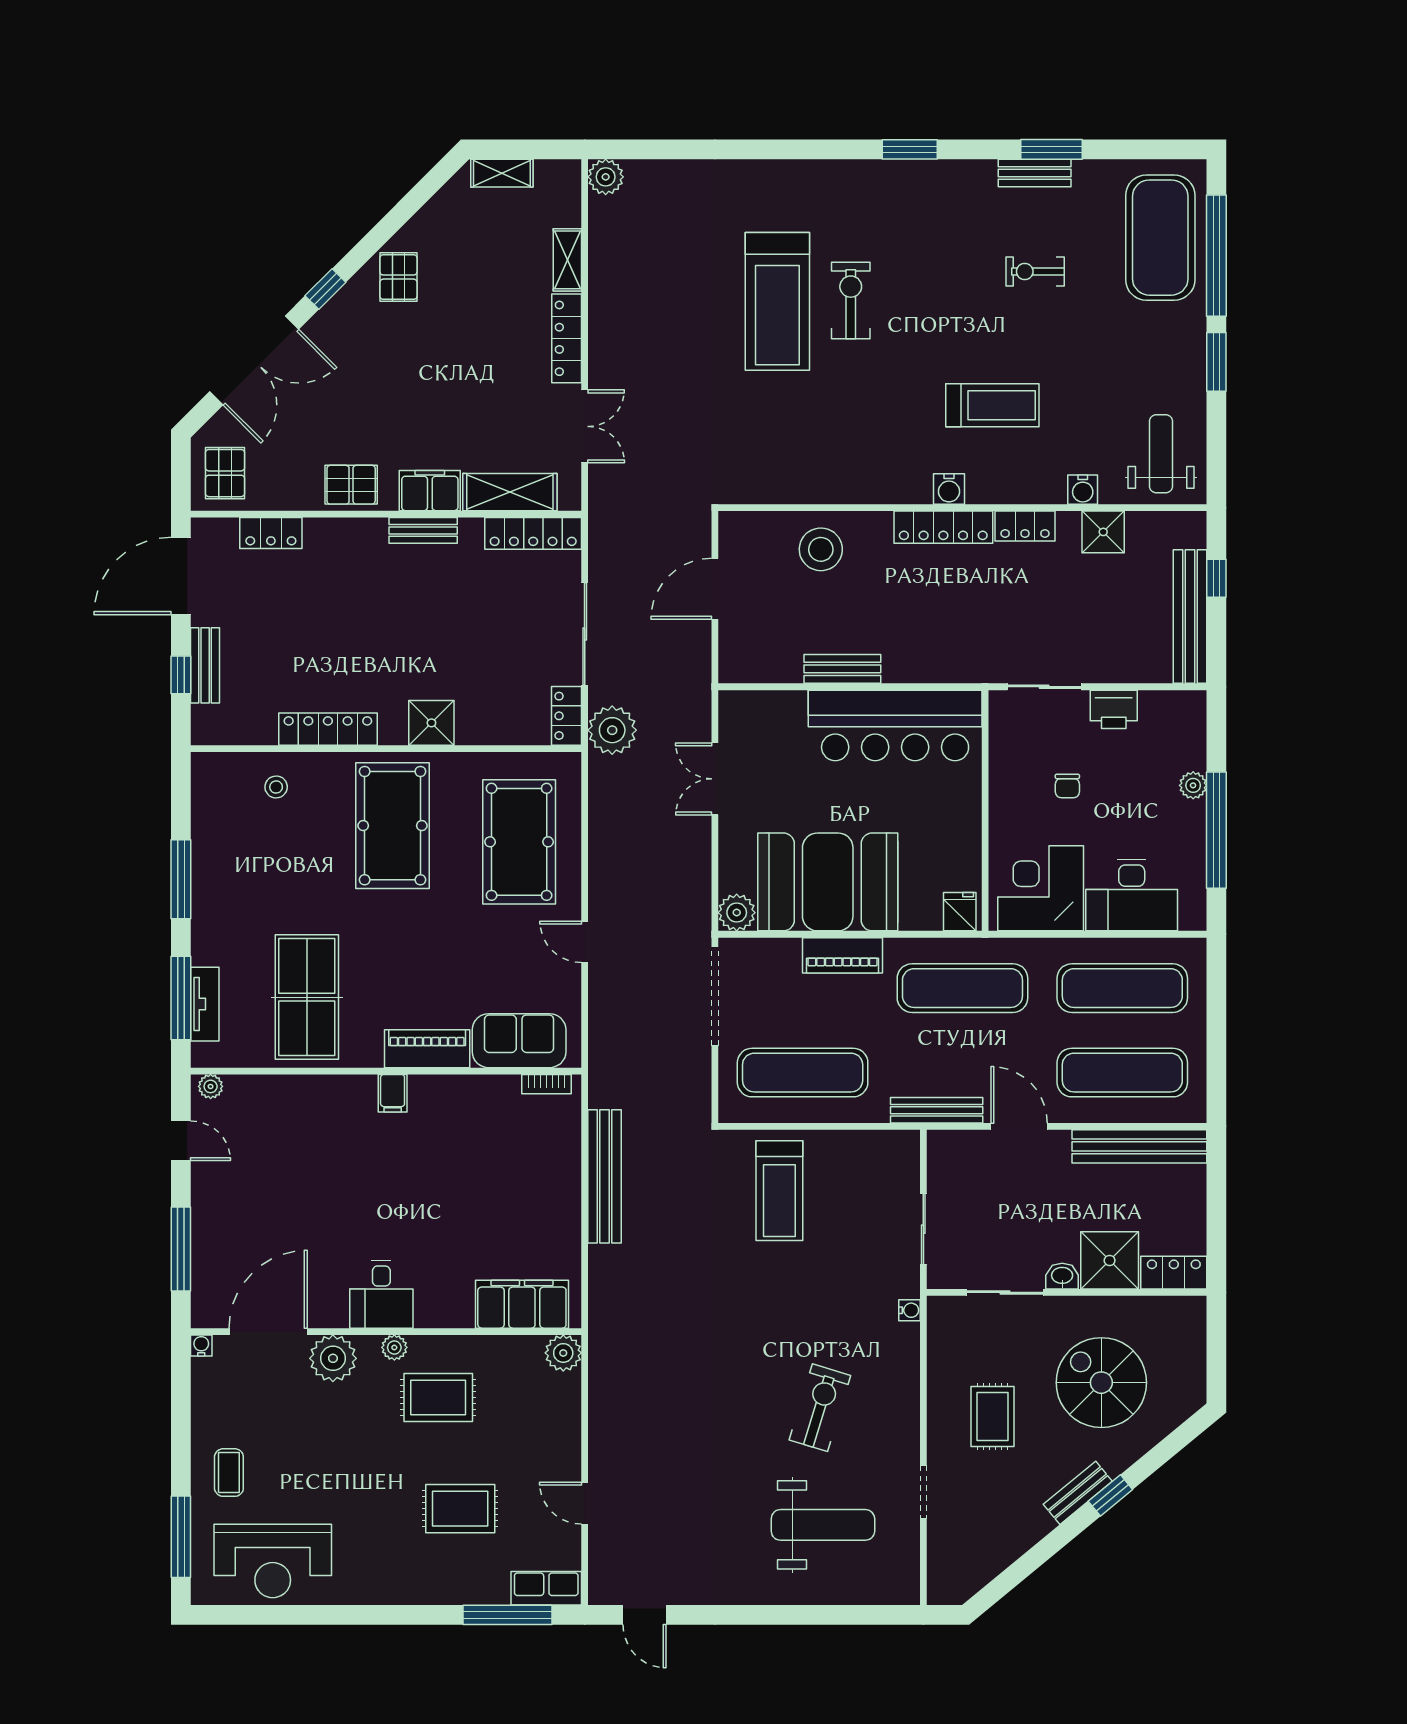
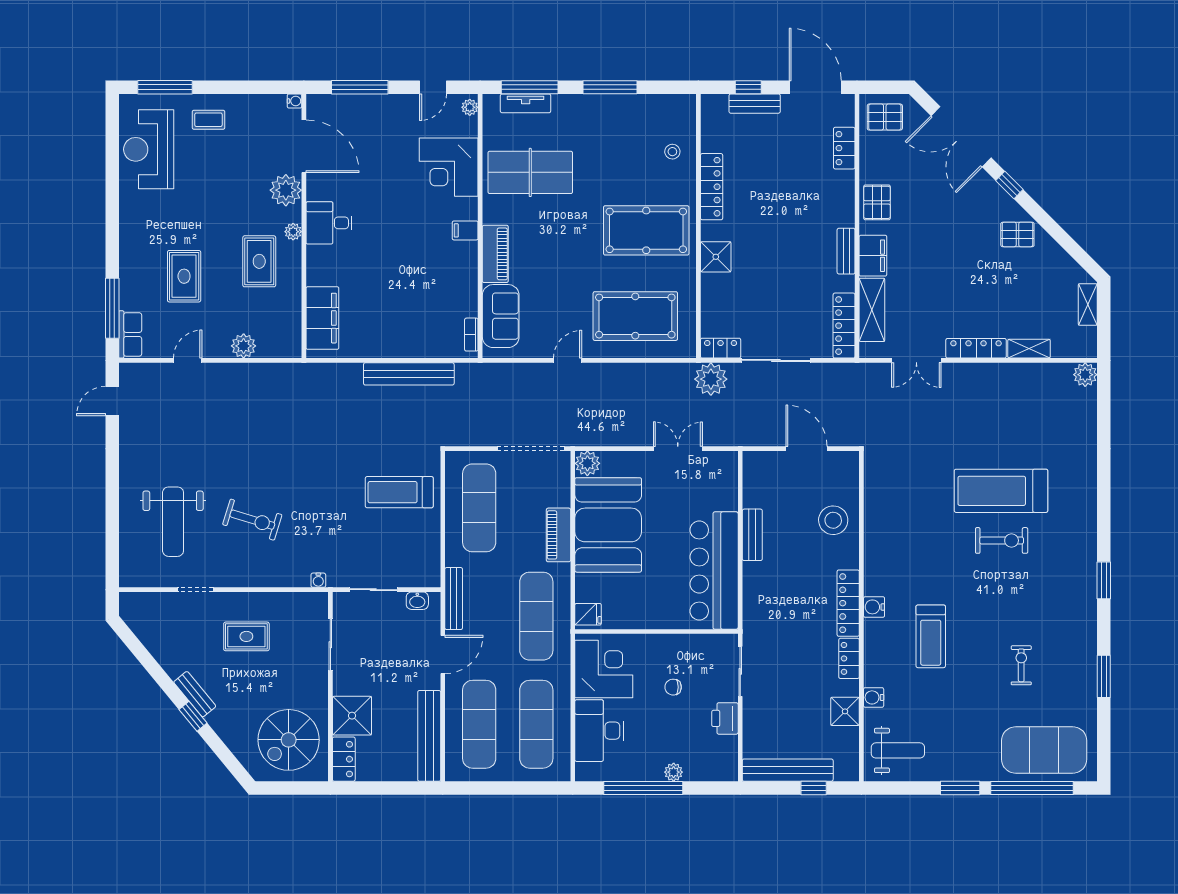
bench: (1035, 173) -> (1088, 665), removed
corner desk: (299, 1117) -> (449, 167), added
washbasin: (1062, 1276) -> (417, 601), moved, turned 90
plant: (563, 1353) -> (244, 346), moved
spiral stairs: (1101, 1383) -> (289, 740), moved, turned 180

